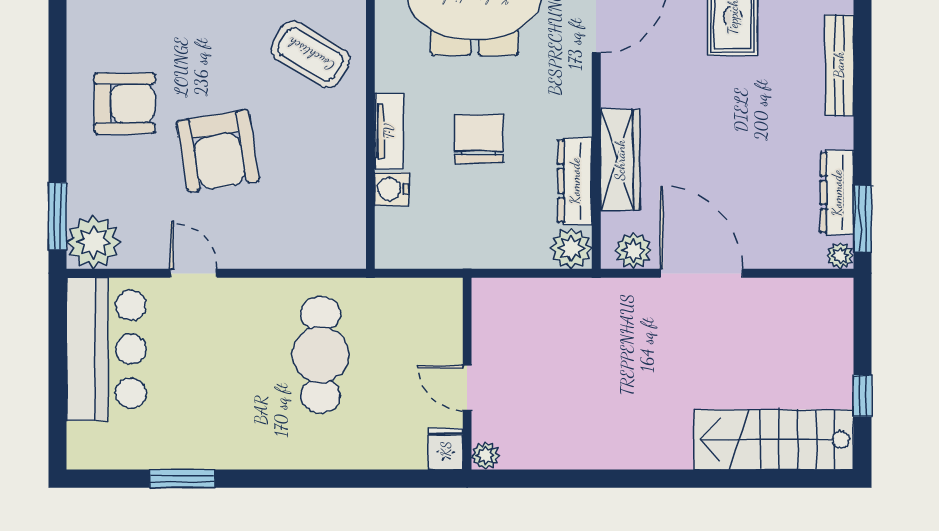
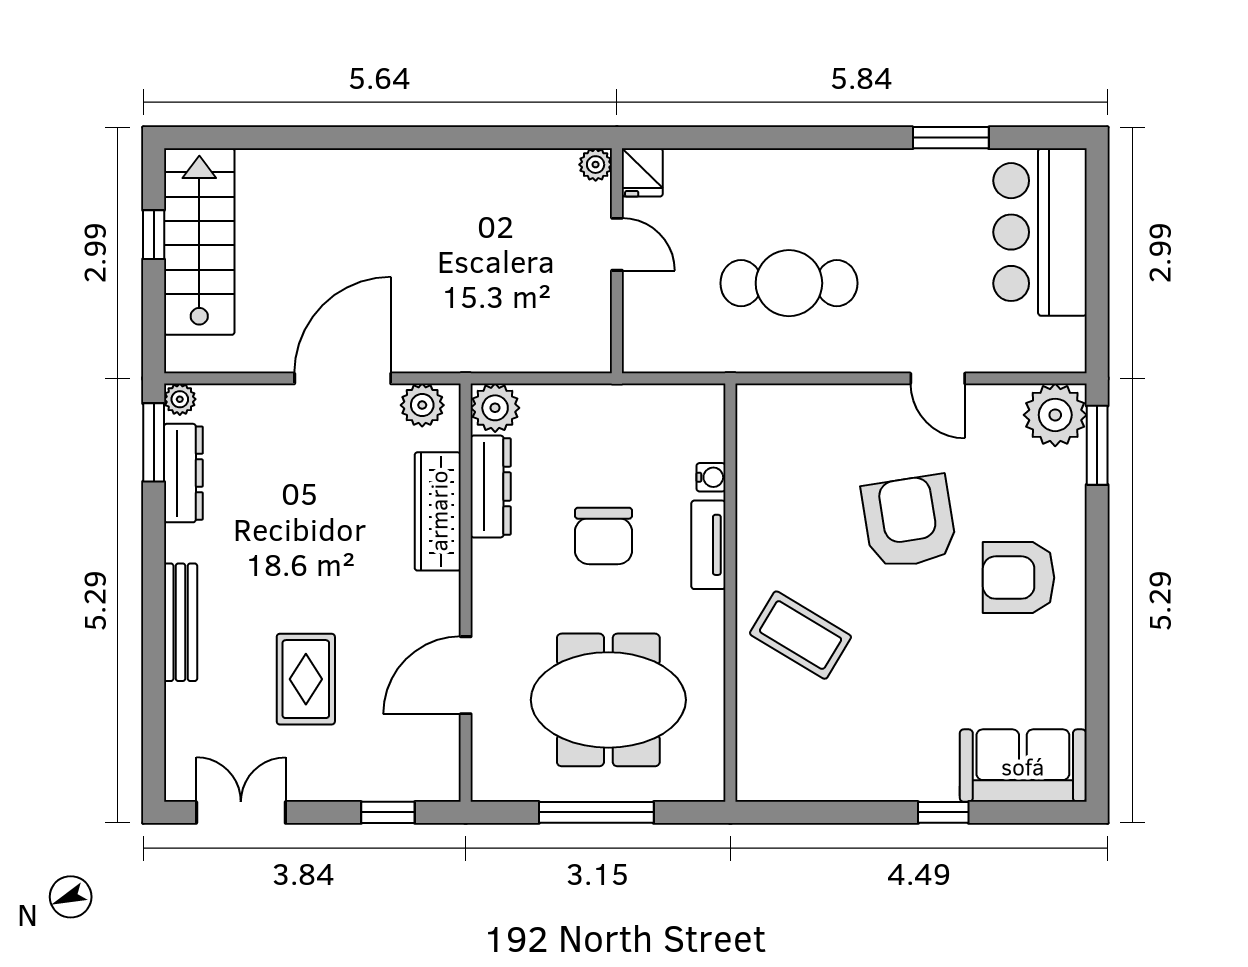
water cooler: (392, 189) -> (711, 477), width x0.72, depth x0.72
door: (701, 273) -> (343, 378), swing flipped
bar counter: (106, 349) -> (1040, 232), moved
cafe table: (320, 355) -> (789, 283), turned 90
stairs: (774, 440) -> (199, 242), moved, turned -90

